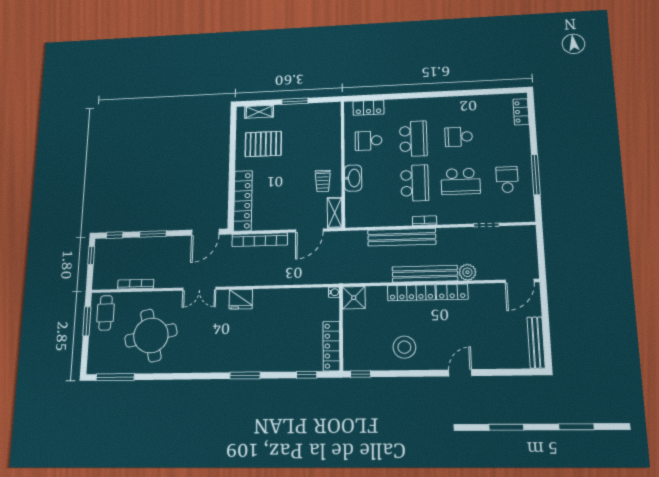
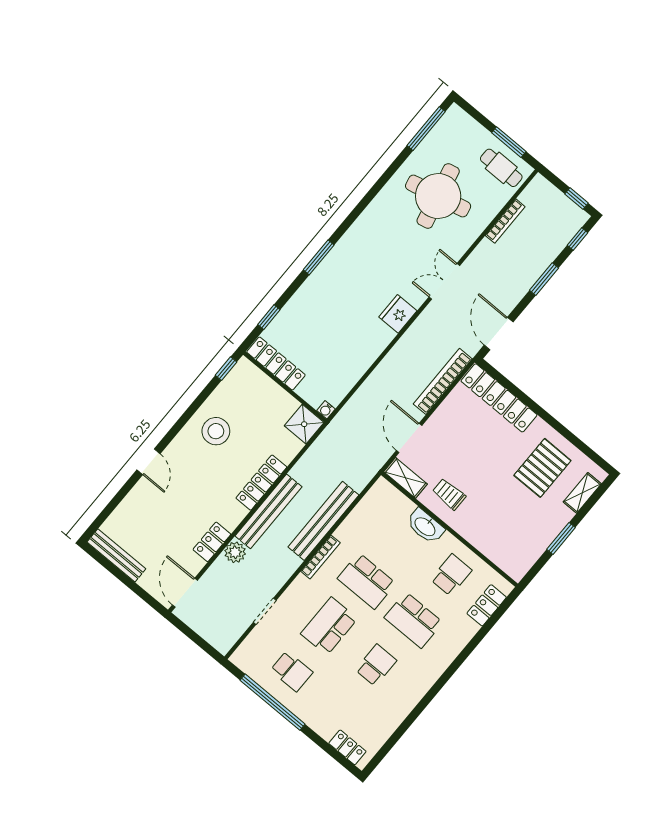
window: (536, 175) -> (273, 702), width x1.46
bookcase: (425, 221) -> (320, 557), width x1.56
locker: (452, 292) -> (212, 542), moved

